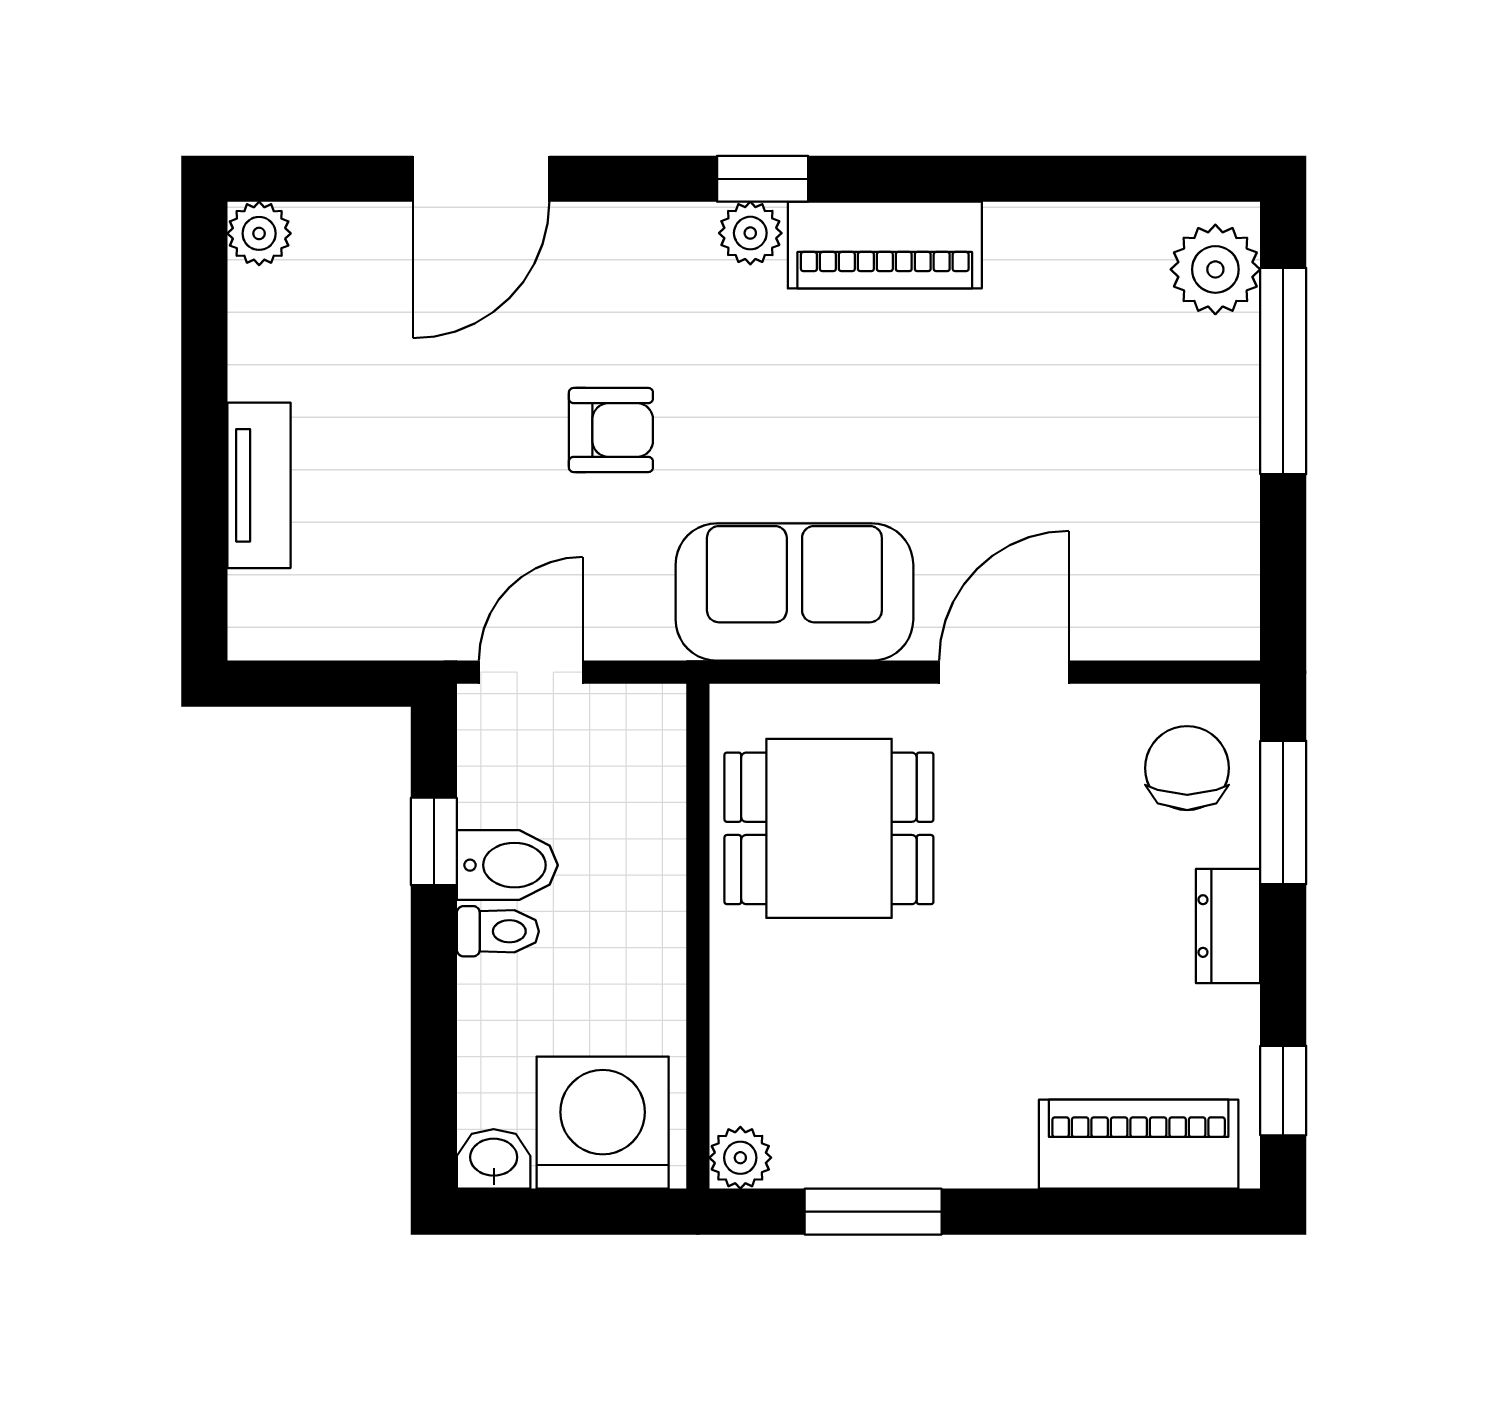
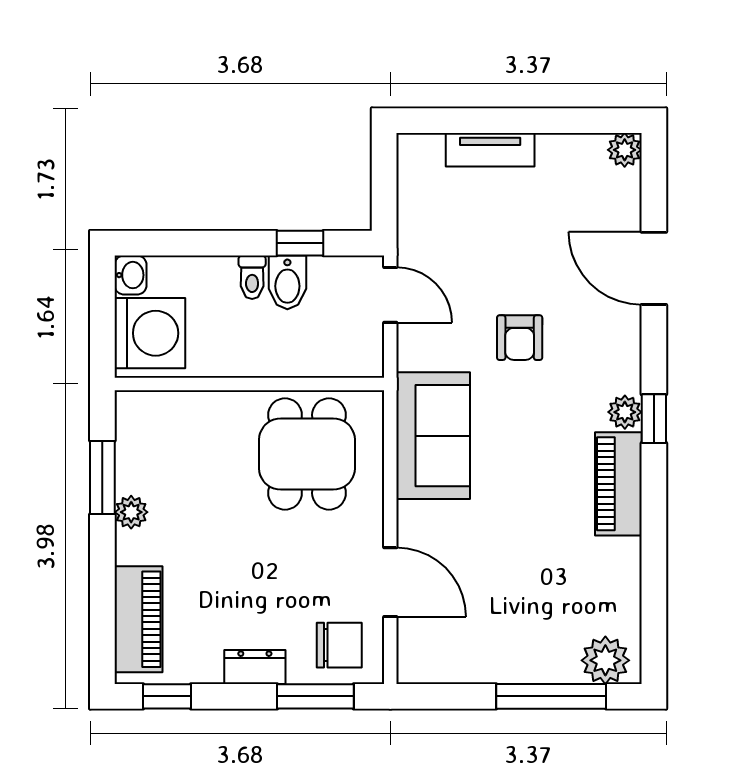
door: (1004, 672) -> (390, 582), moved
plant: (740, 1158) -> (131, 512), moved

